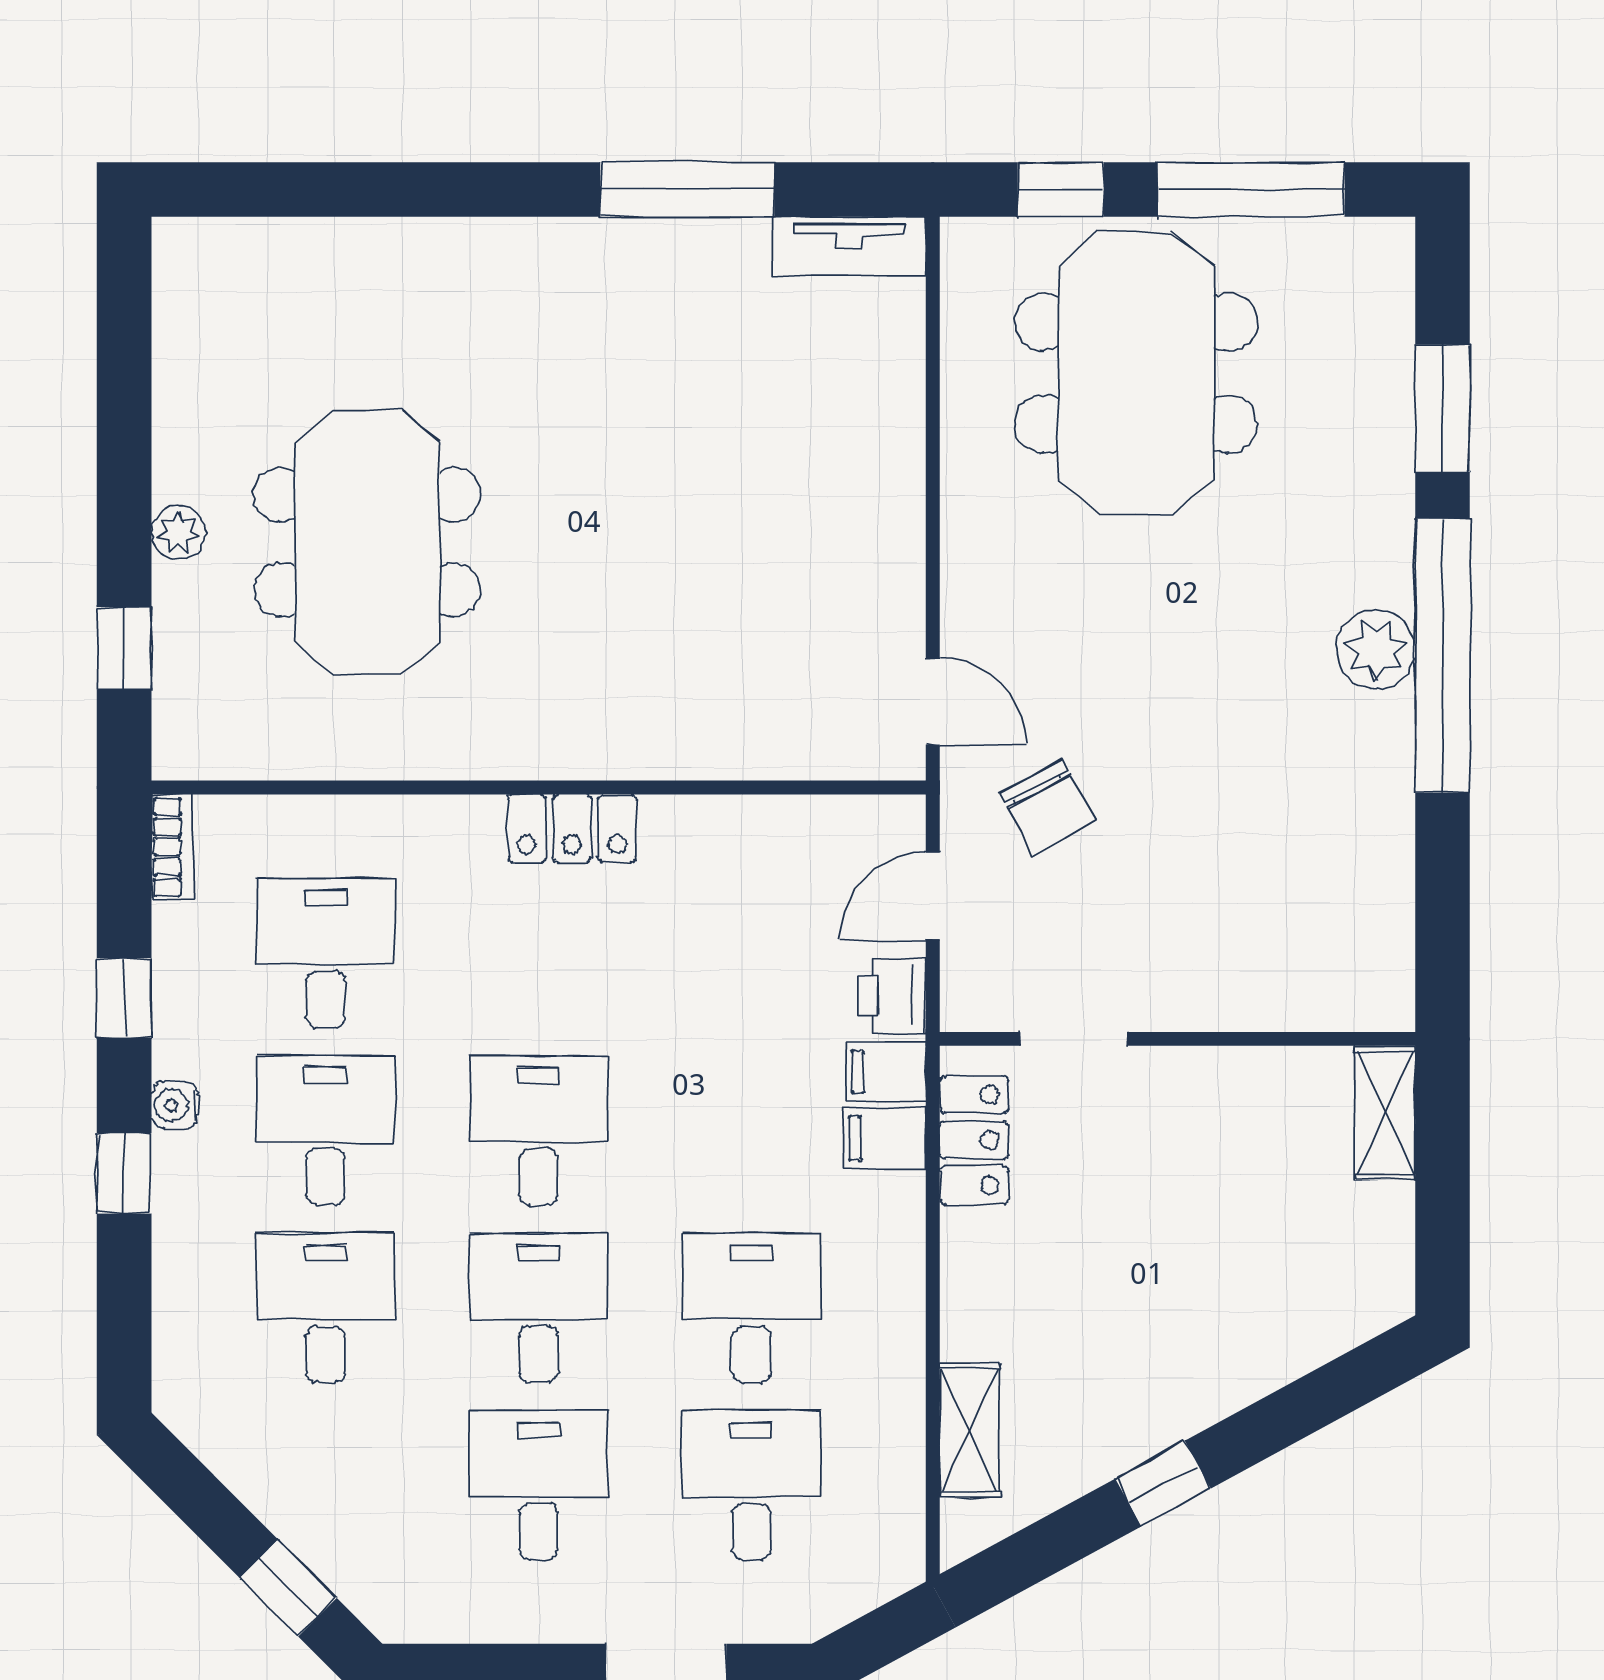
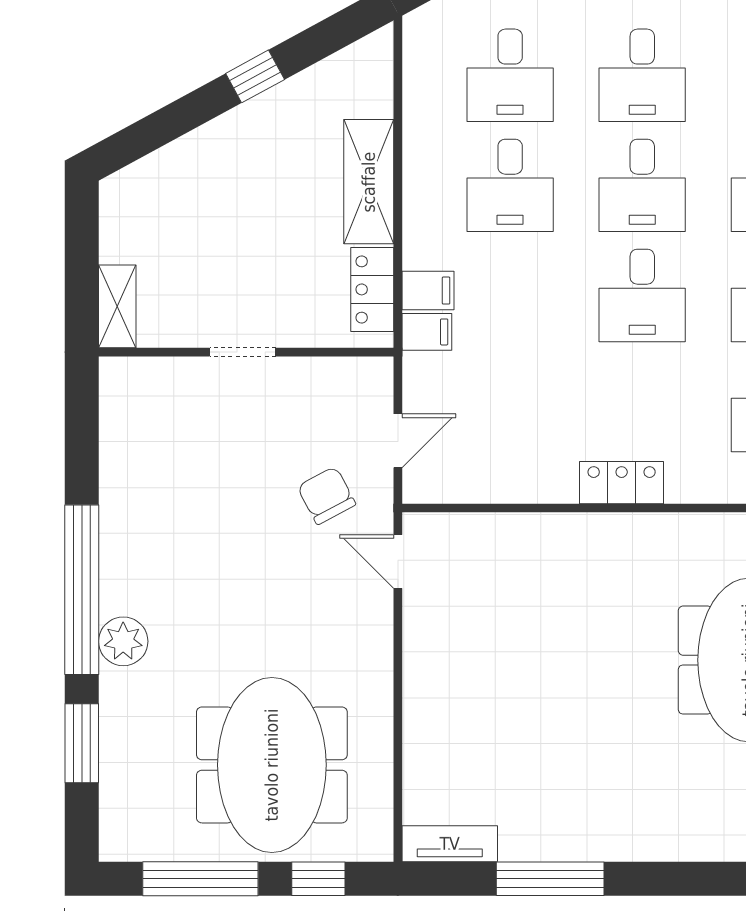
plant: (1376, 649) -> (123, 641), moved
printer: (892, 996) -> (423, 379), removed
doorway: (1074, 1039) -> (243, 352), moved
shelving: (970, 1430) -> (369, 182), moved, width x1.50, depth x1.33

